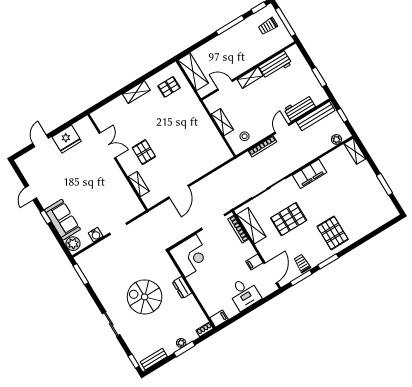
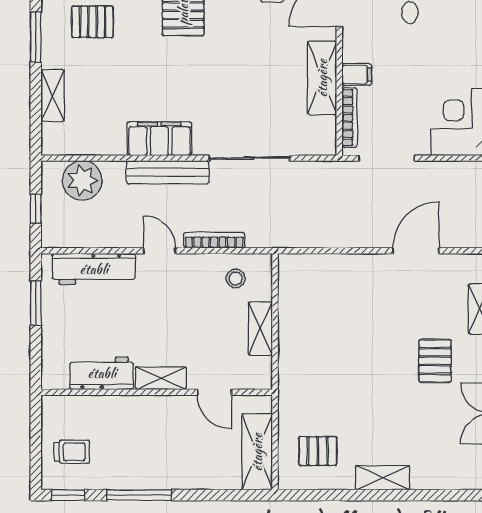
window: (285, 22) -> (36, 440), removed
workbench: (300, 108) -> (94, 269), width x1.37
bench: (316, 116) -> (168, 172), moved
door: (282, 129) -> (160, 251), swing flipped
plant: (336, 139) -> (82, 180), width x1.88, depth x1.88
shelving: (355, 151) -> (53, 95), moved
pallet: (289, 219) -> (92, 22), moved, width x0.67, depth x0.71
shelving: (251, 226) -> (322, 78), moved
filing cabinet: (254, 262) -> (357, 75), moved

